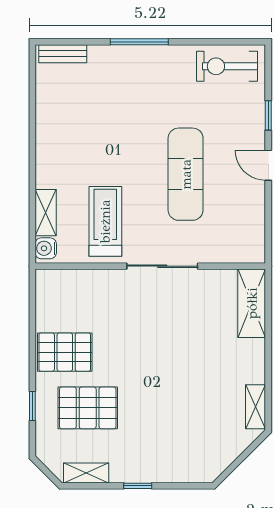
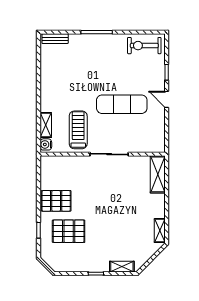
exercise mat: (186, 174) -> (122, 104), turned 90
shelving: (86, 473) -> (122, 267), moved

